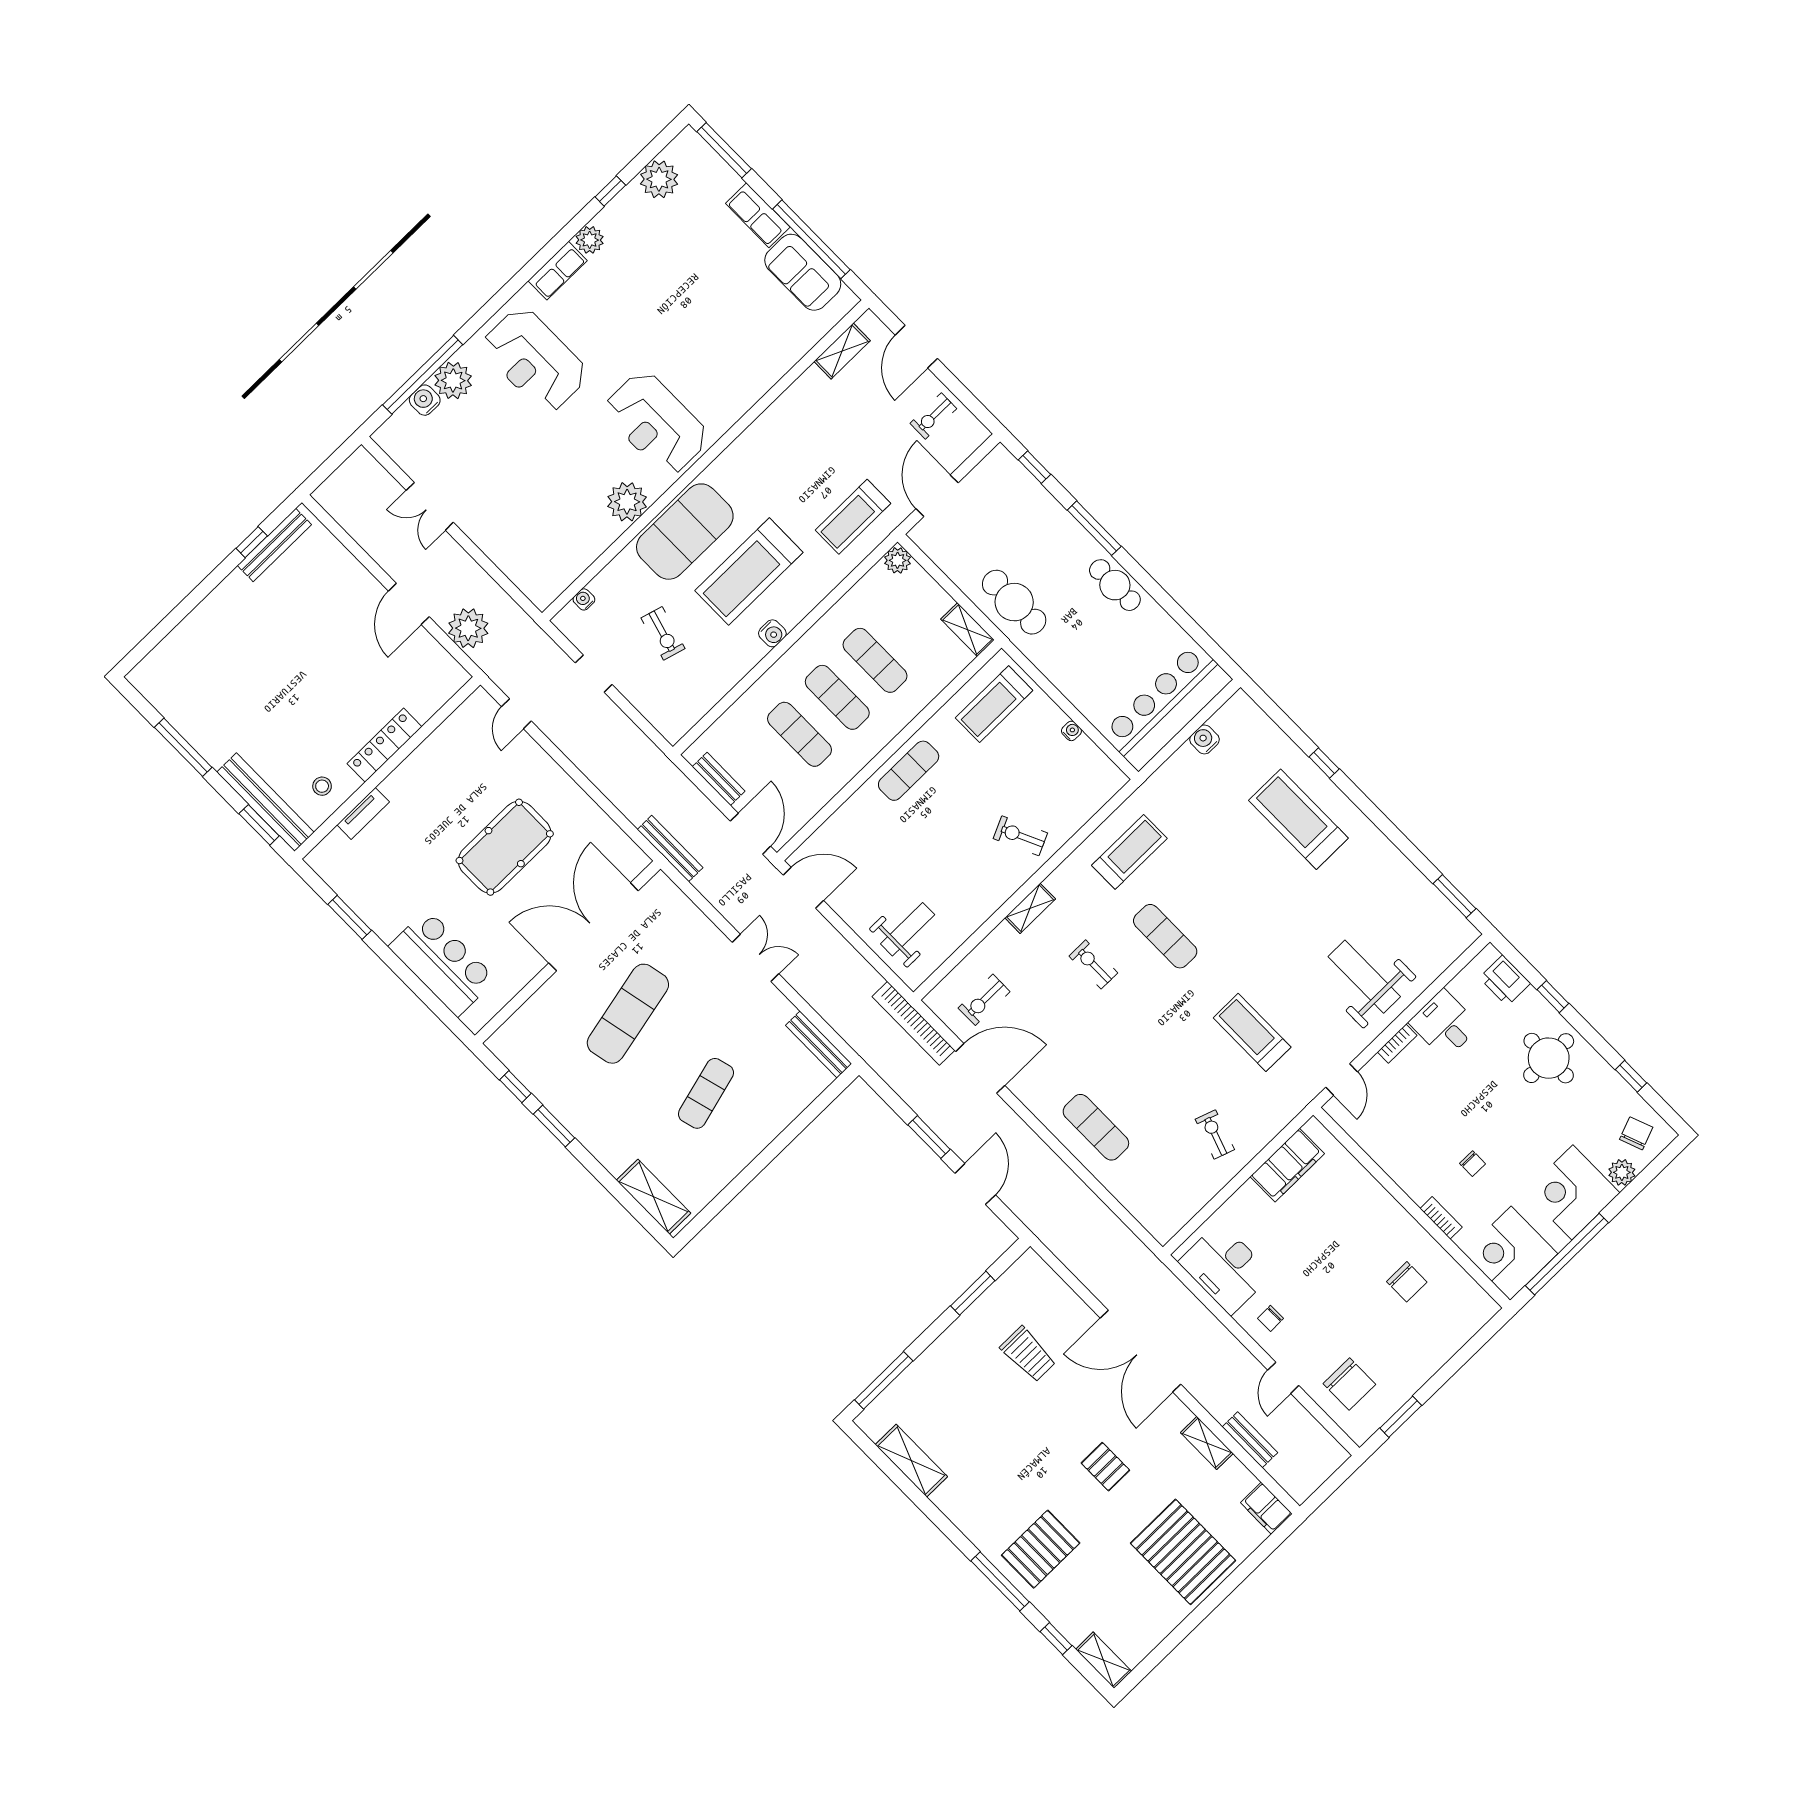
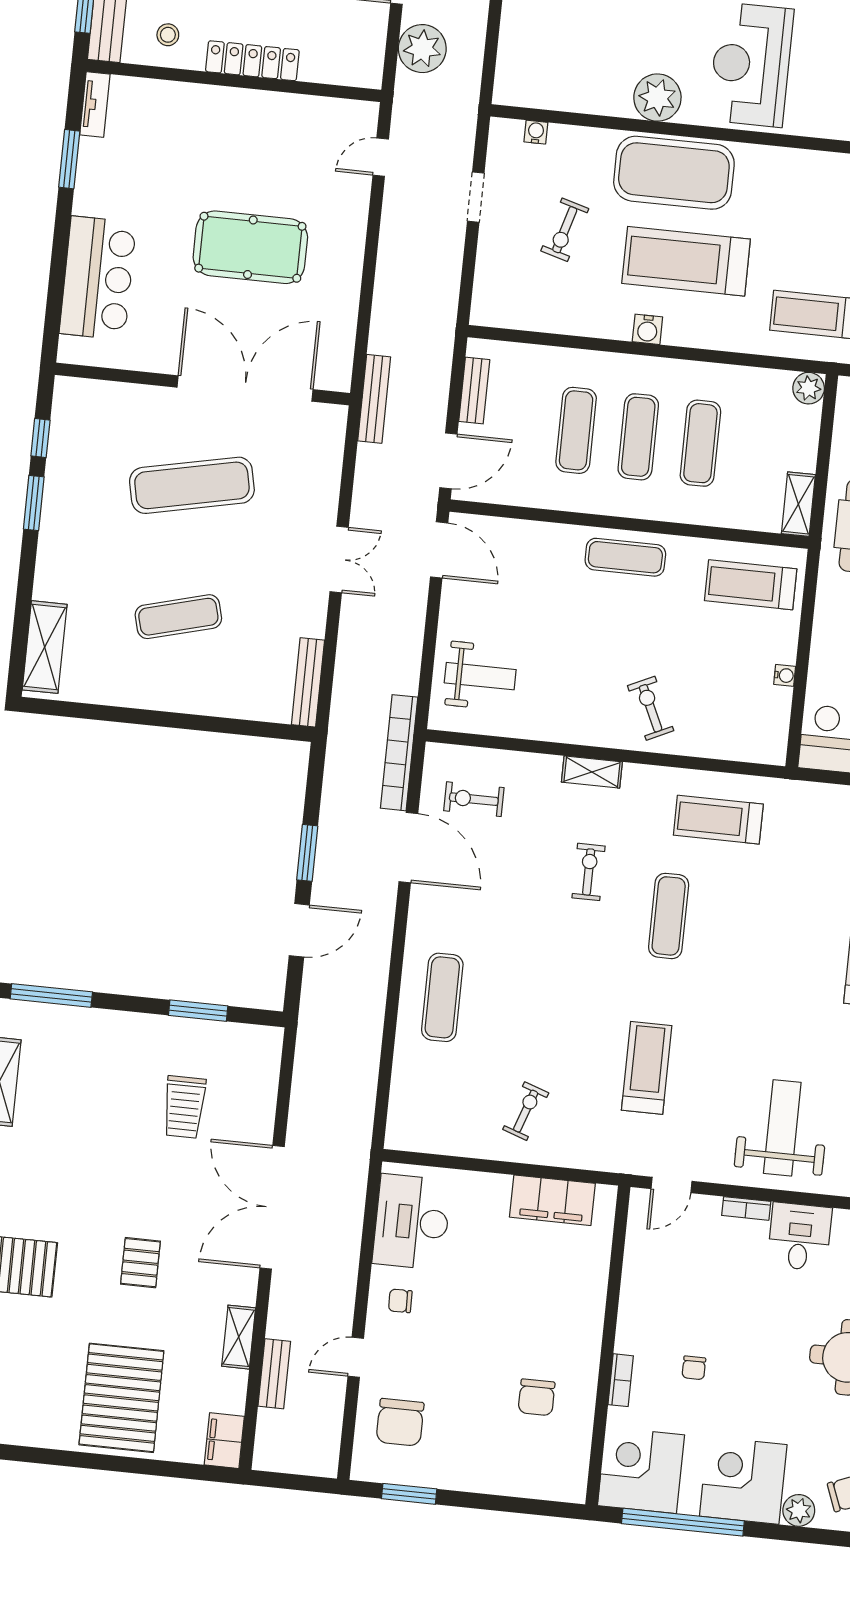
tv unit: (363, 813) -> (95, 104), moved, turned -90
treadmill: (1129, 852) -> (718, 820), turned 180

